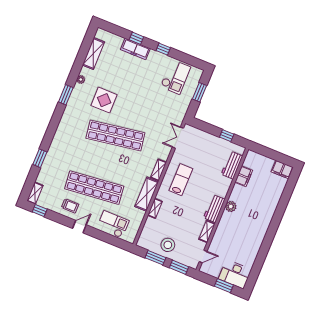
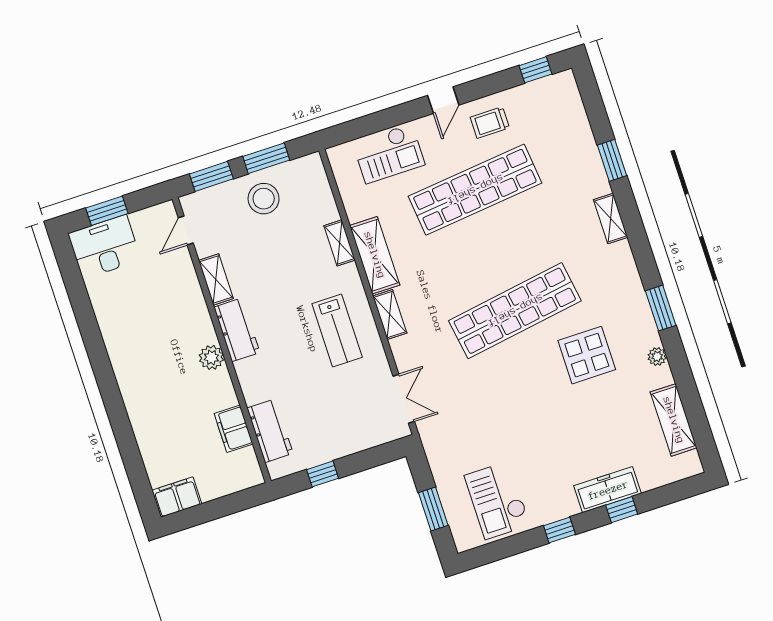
shelving: (35, 193) -> (611, 218), moved

